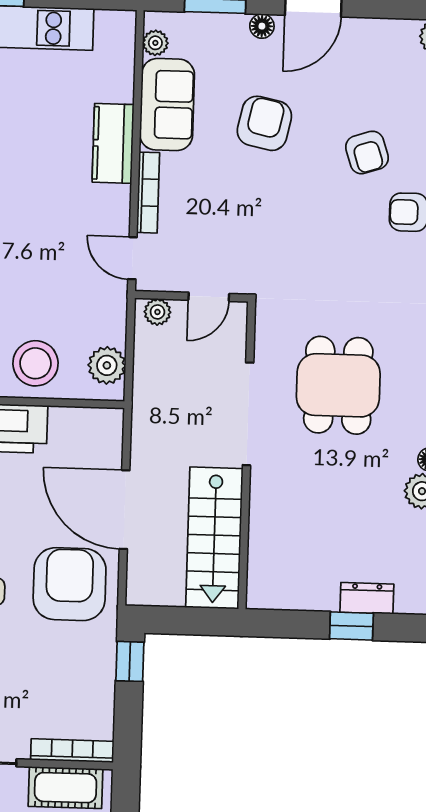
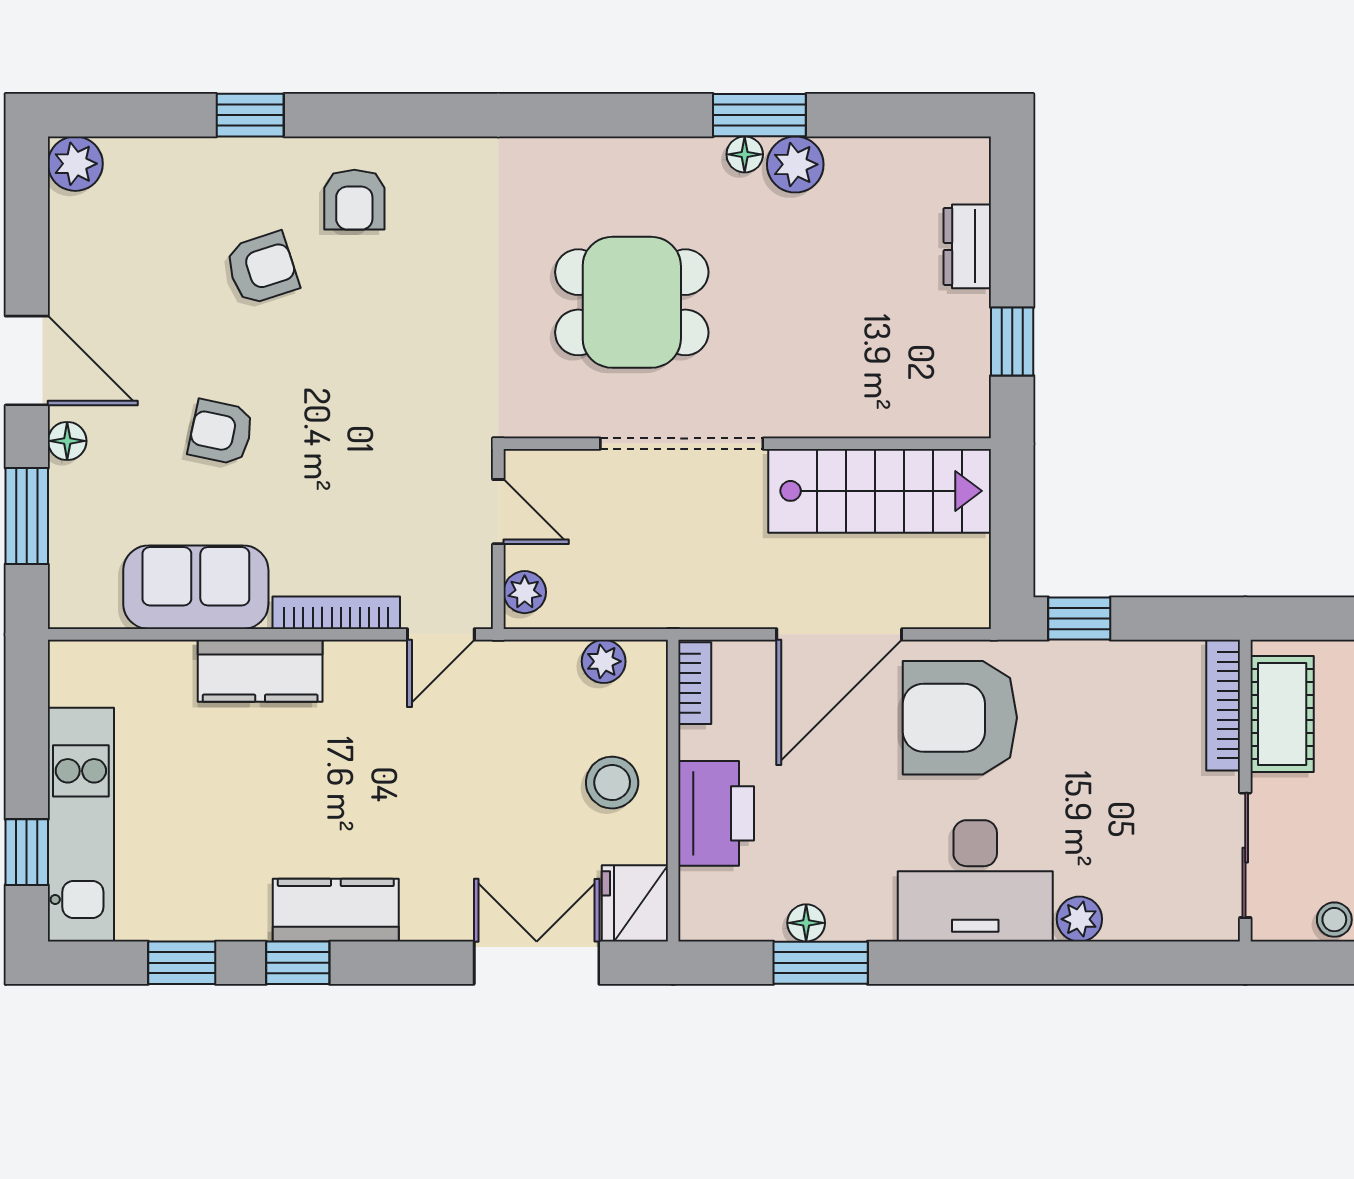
plant: (155, 43) -> (99, 609), removed
armchair: (264, 123) -> (221, 432), width x0.72, depth x0.72
stool: (36, 363) -> (612, 783), width x0.73, depth x0.73
plant: (107, 365) -> (604, 661), width x0.73, depth x0.73
bookcase: (97, 417) -> (695, 683), added
window: (351, 626) -> (1012, 341), moved

